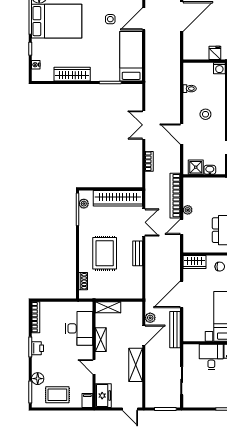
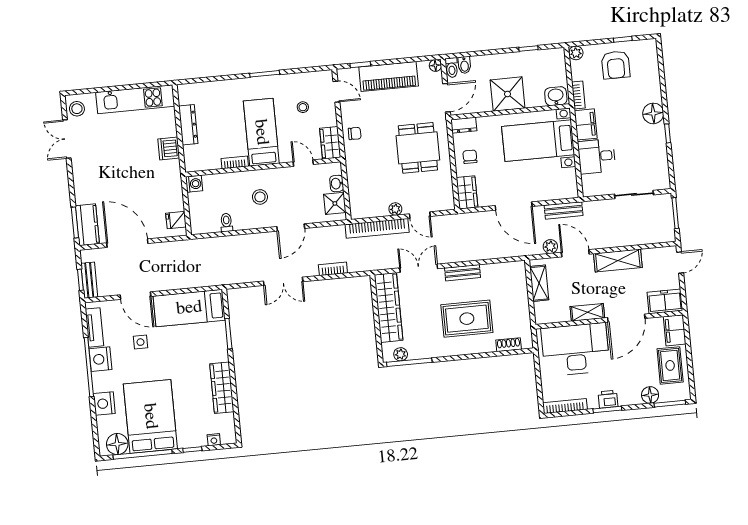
fridge: (215, 53) -> (176, 220), moved
shelving: (108, 307) -> (539, 283), moved
desk: (79, 328) -> (575, 349), width x1.36, depth x1.30
bench: (175, 330) -> (564, 210), width x0.73
door: (94, 367) -> (626, 318), width x1.88
filing cabinet: (87, 400) -> (675, 330), width x2.00

